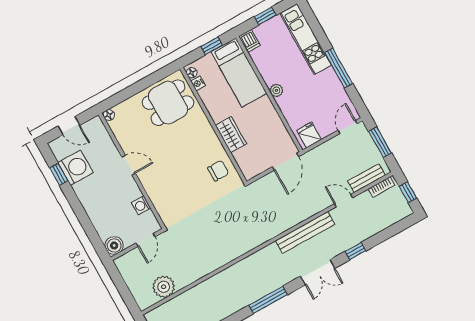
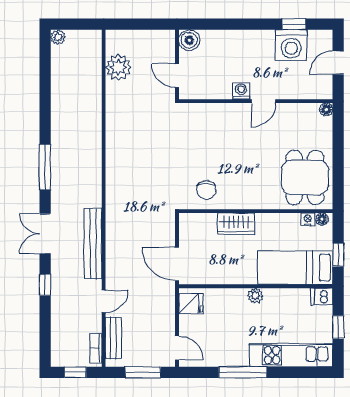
washing machine: (141, 205) -> (241, 91), moved

